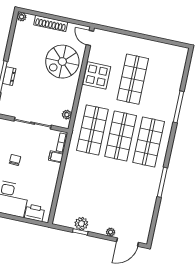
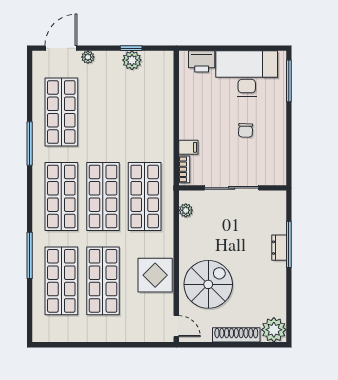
plant: (22, 17) -> (274, 330), width x1.87, depth x1.87
shop shelf: (161, 85) -> (61, 281), added
shop shelf: (136, 199) -> (61, 112), added

